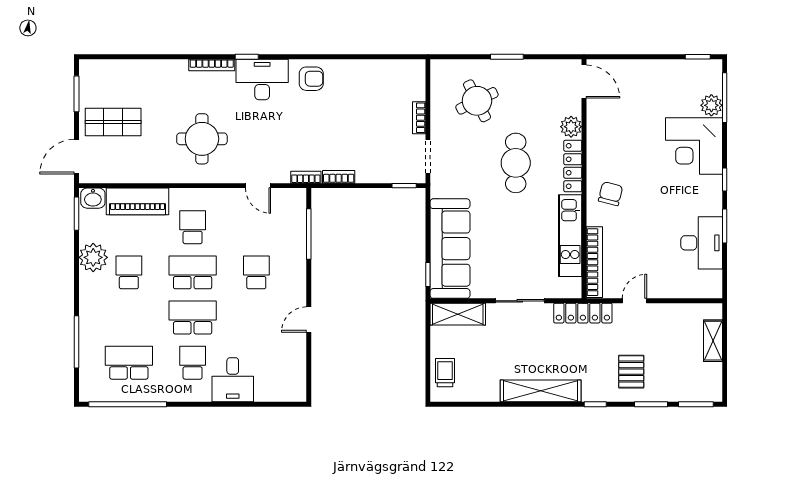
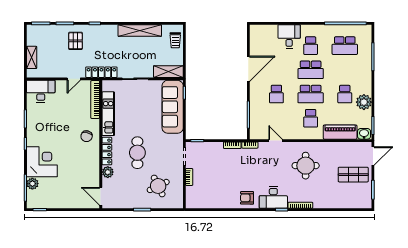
desk: (702, 243) -> (41, 91), moved, turned 90
door: (309, 320) -> (248, 69), width x1.87
shelving: (541, 391) -> (140, 30), moved

